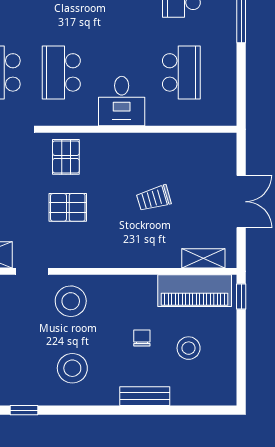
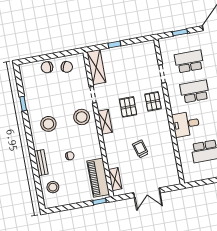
pallet: (66, 157) -> (153, 101), turned 90
shelving: (88, 258) -> (105, 122), added
stool: (189, 348) -> (53, 187), moved

